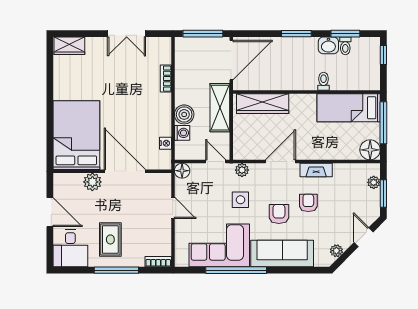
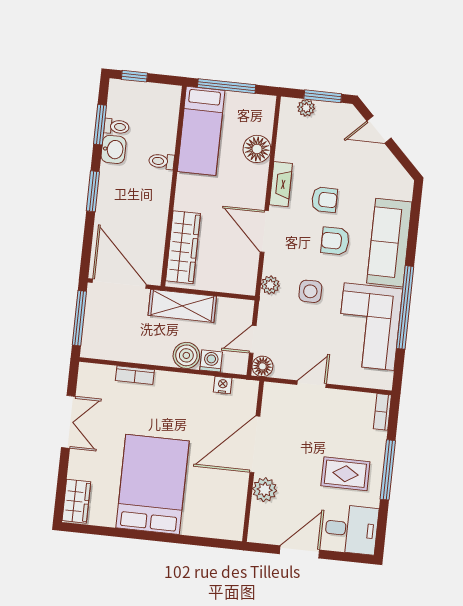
bed: (76, 135) -> (153, 484), moved, turned 90
floor lamp: (370, 150) -> (257, 149), moved
door: (216, 162) -> (253, 339), moved
armchair: (308, 203) -> (324, 200), turned 180
plant: (336, 251) -> (394, 168), removed

